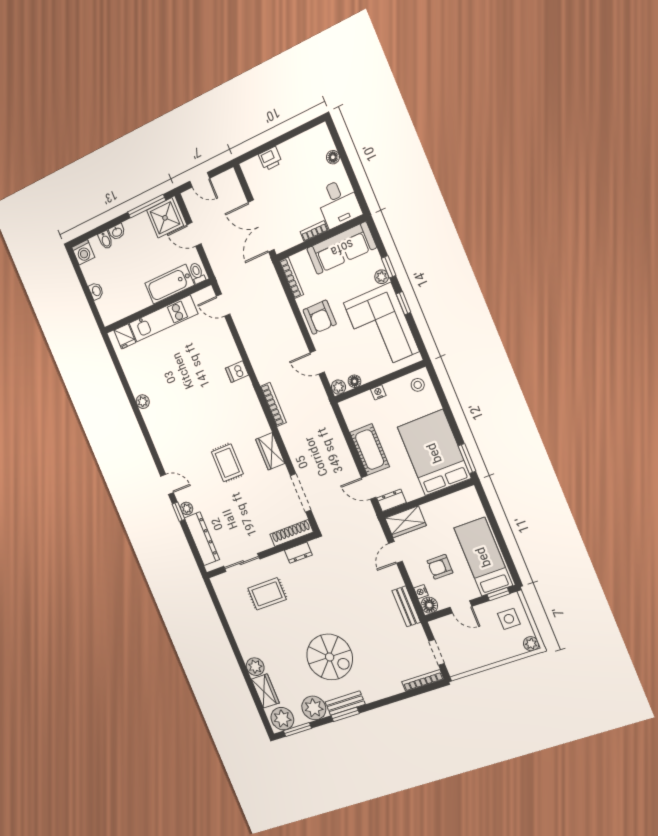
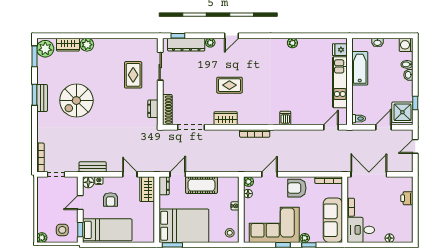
window: (147, 206) -> (415, 103), width x0.46
bathtub: (170, 284) -> (360, 68), moved
window: (178, 512) -> (178, 36), moved
armchair: (440, 567) -> (111, 200), turned 180
plant: (314, 708) -> (46, 75), removed

